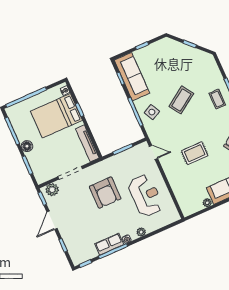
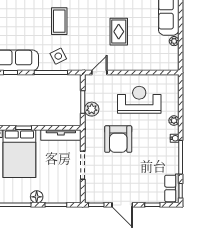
coffee table: (181, 100) -> (59, 21), turned 34
plant: (52, 190) -> (92, 109), moved
armchair: (105, 193) -> (118, 139), turned 90
row of seats: (109, 244) -> (172, 188), moved

